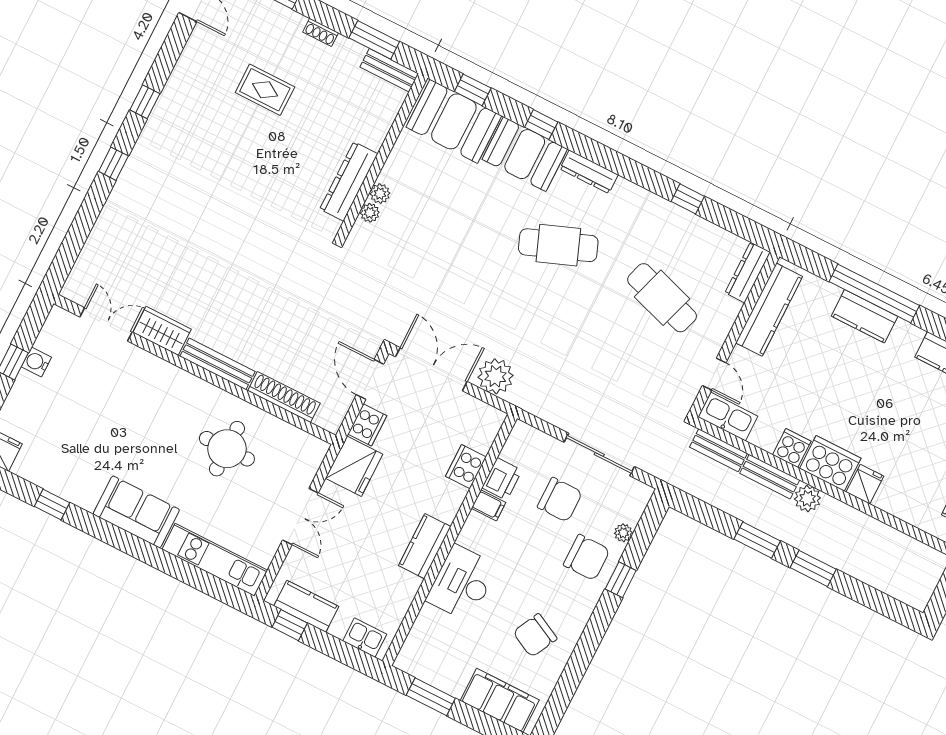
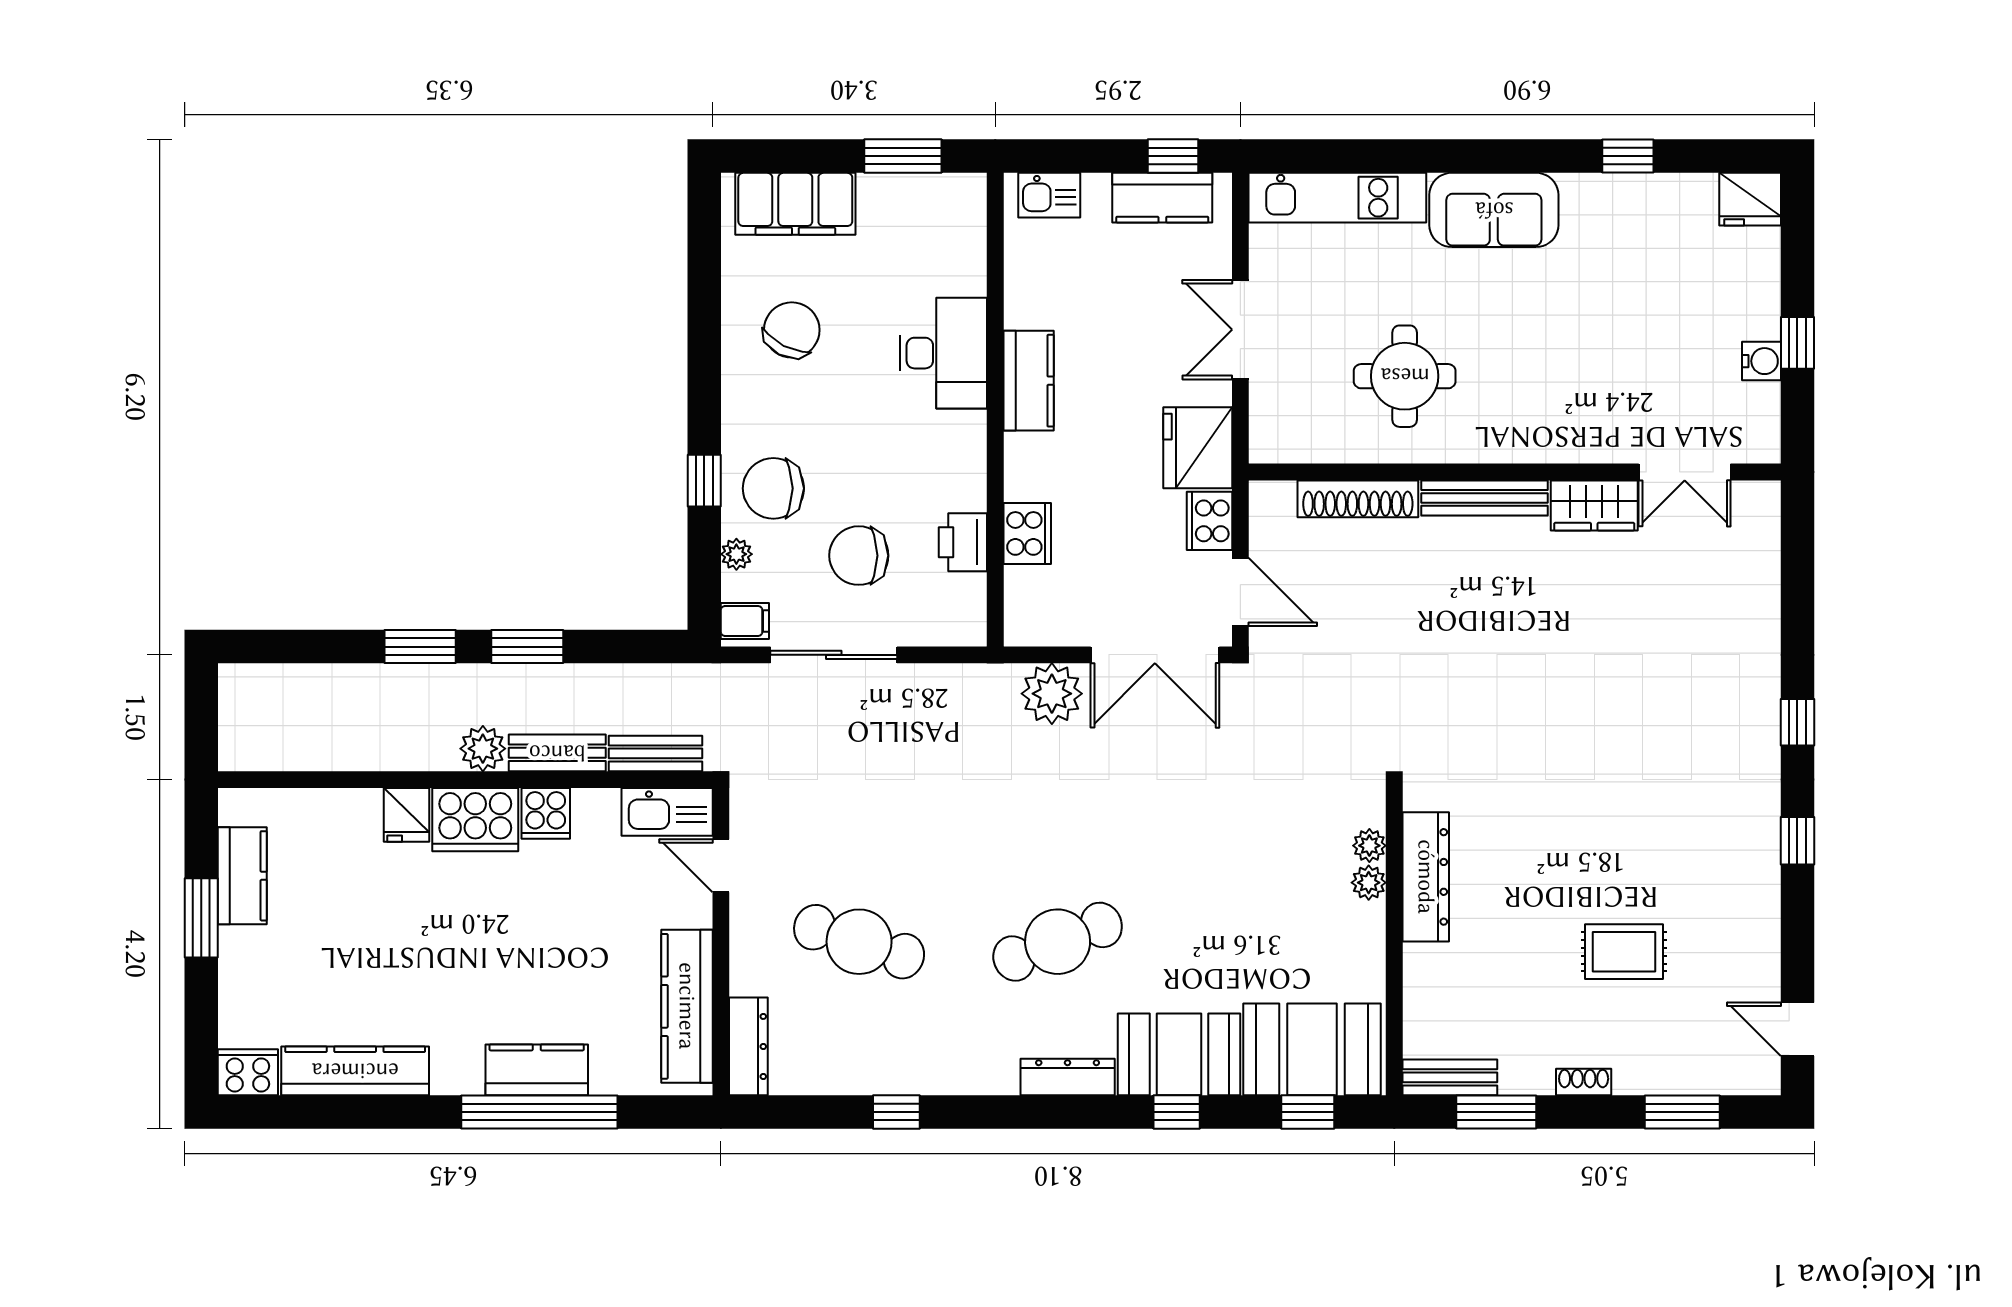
filing cabinet: (488, 505) -> (745, 621), moved, turned 180

